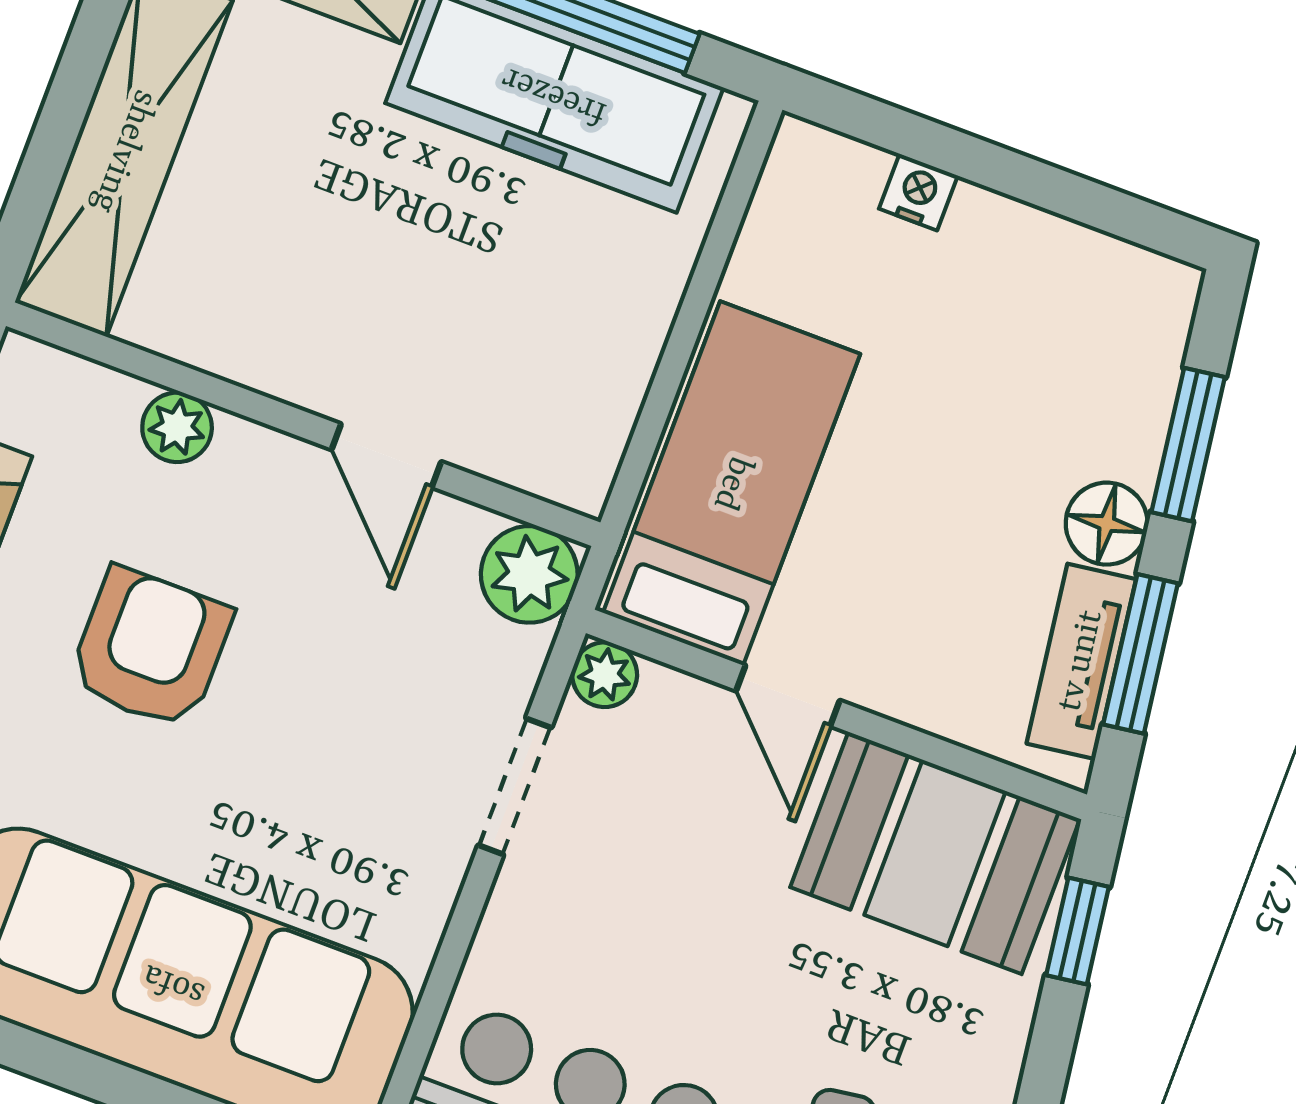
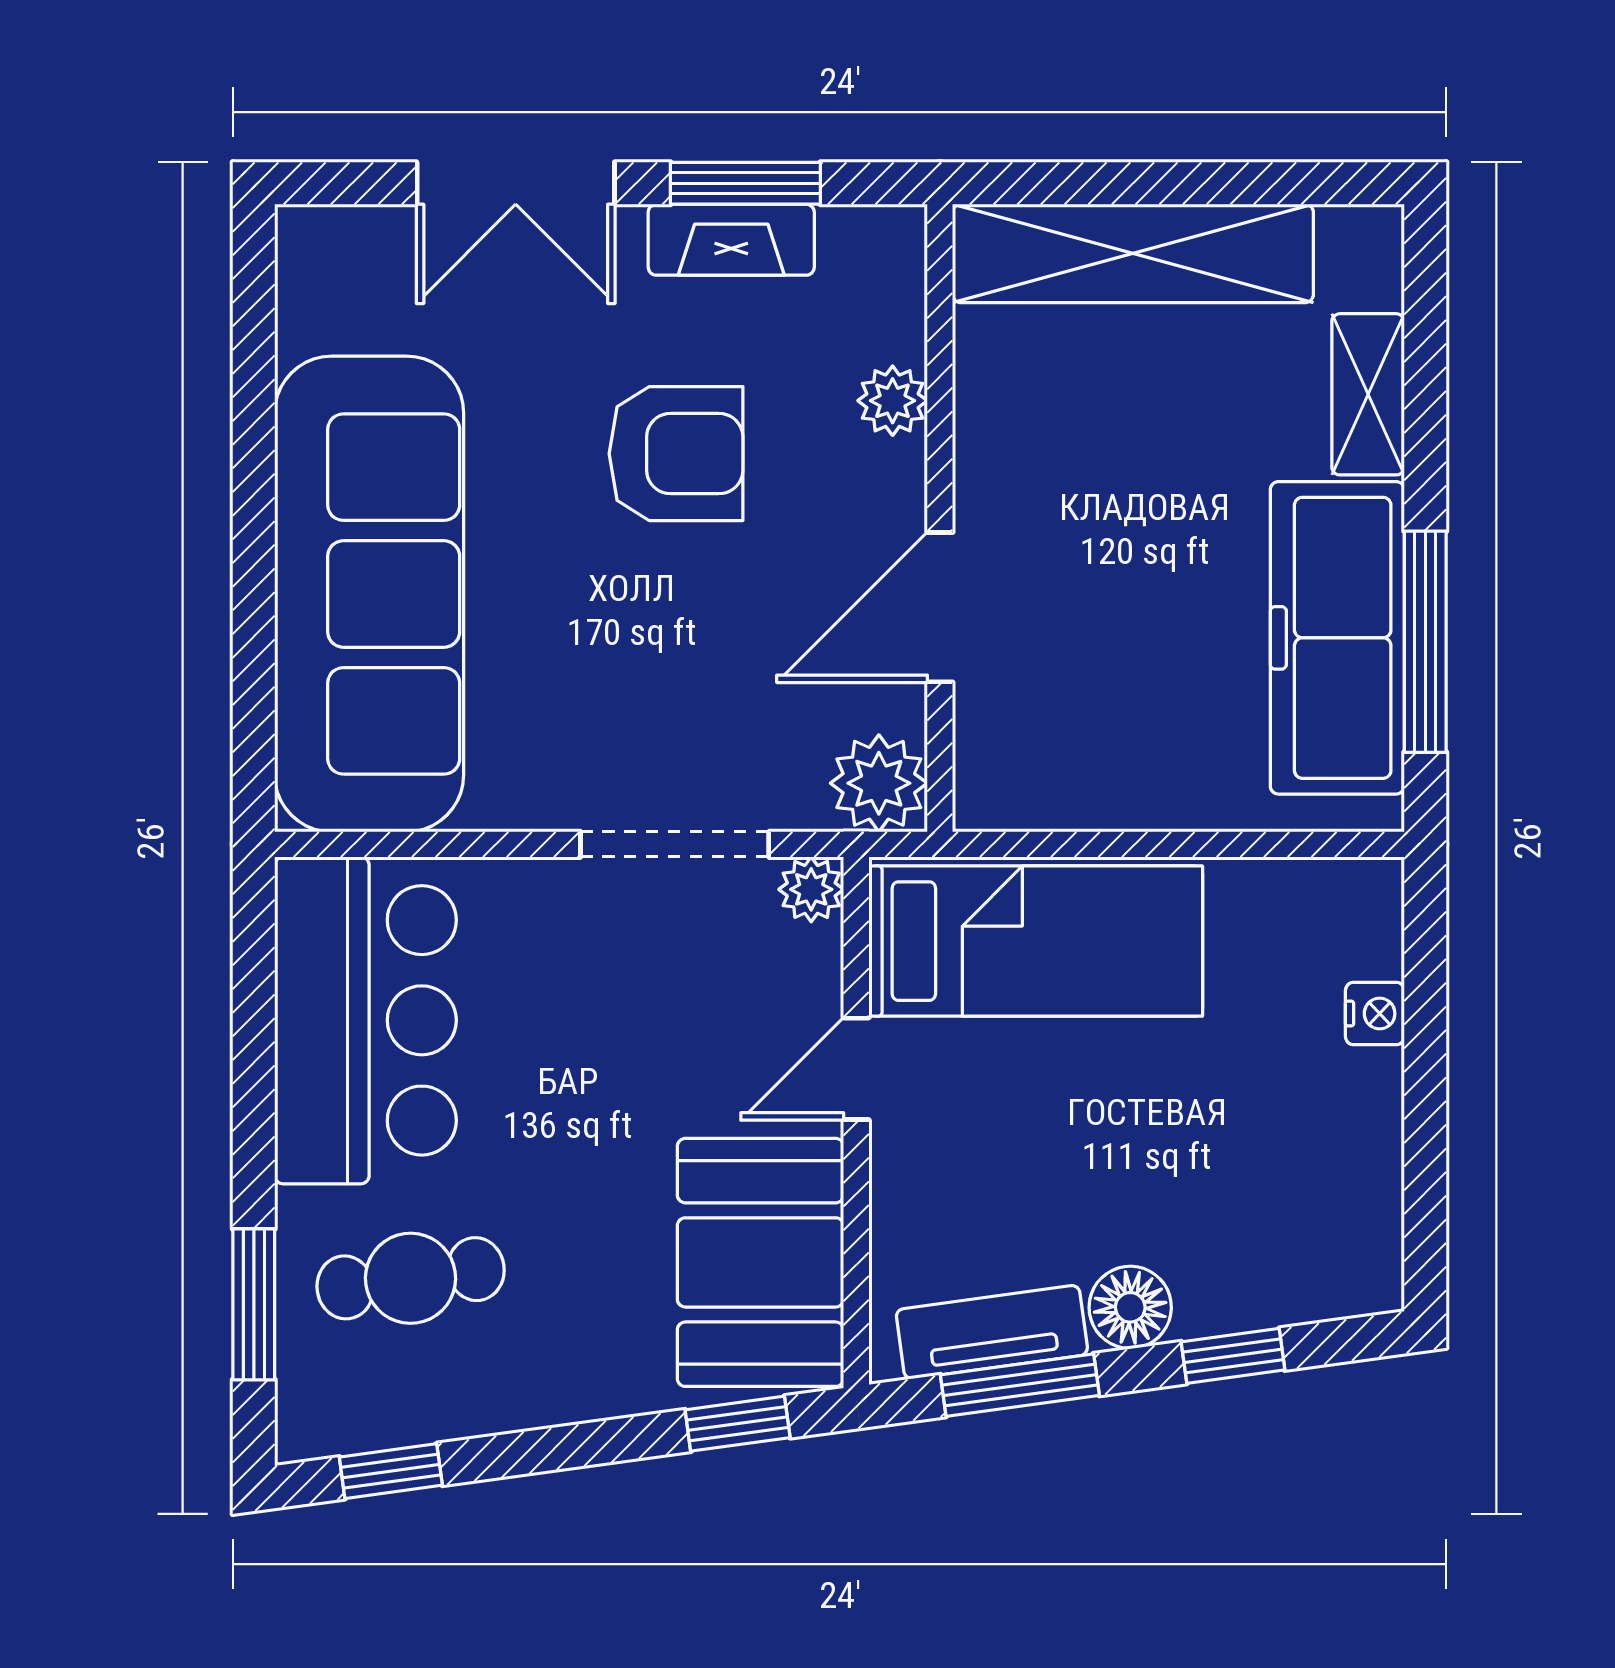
window: (1188, 445) -> (1233, 1356), width x0.67
door: (386, 456) -> (940, 607), width x1.38
doorway: (515, 786) -> (675, 844), width x1.38

